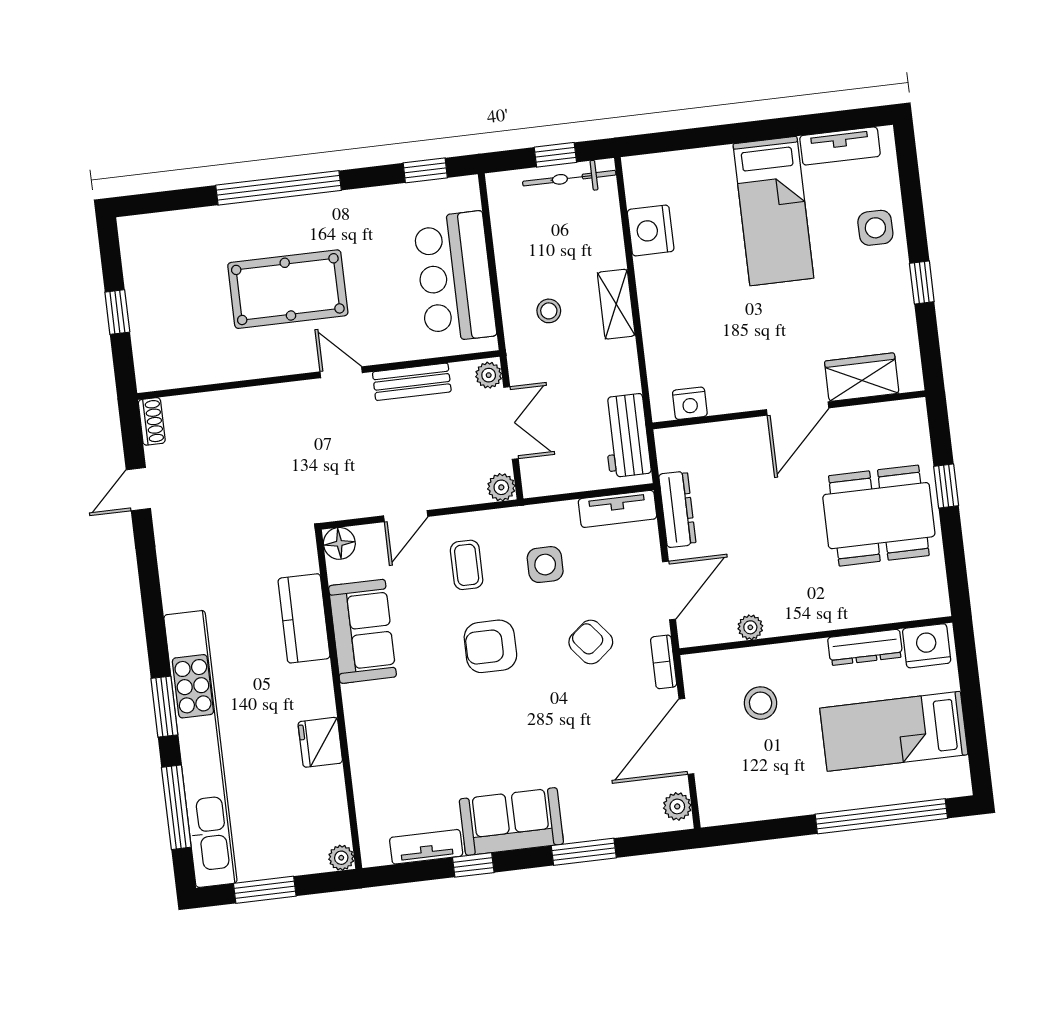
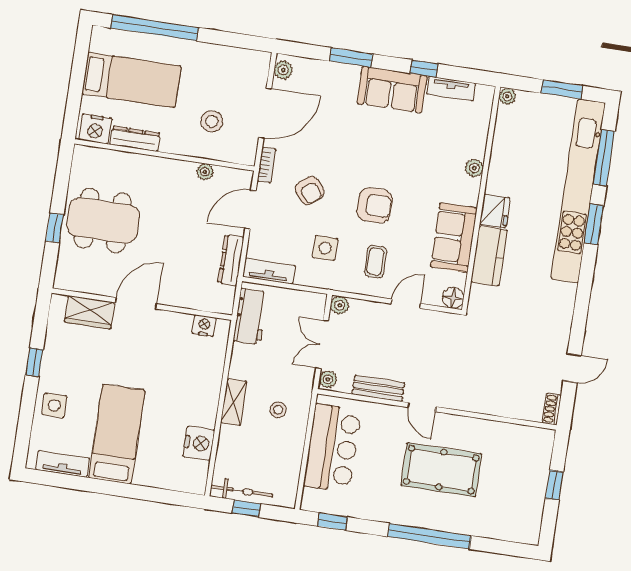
plant: (361, 741) -> (474, 168), added
fridge: (320, 742) -> (495, 211), moved

